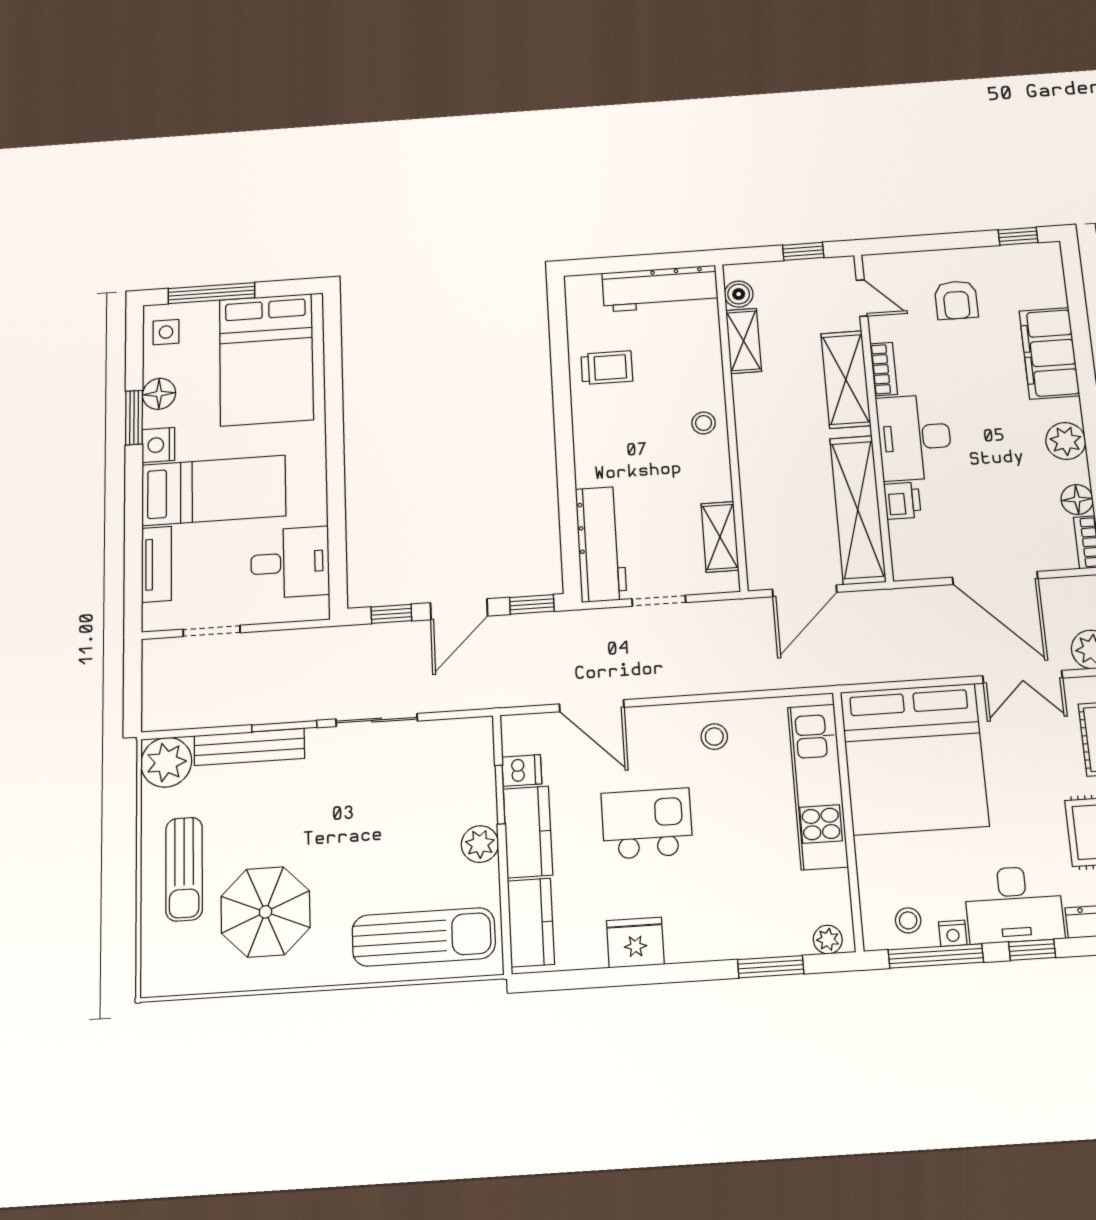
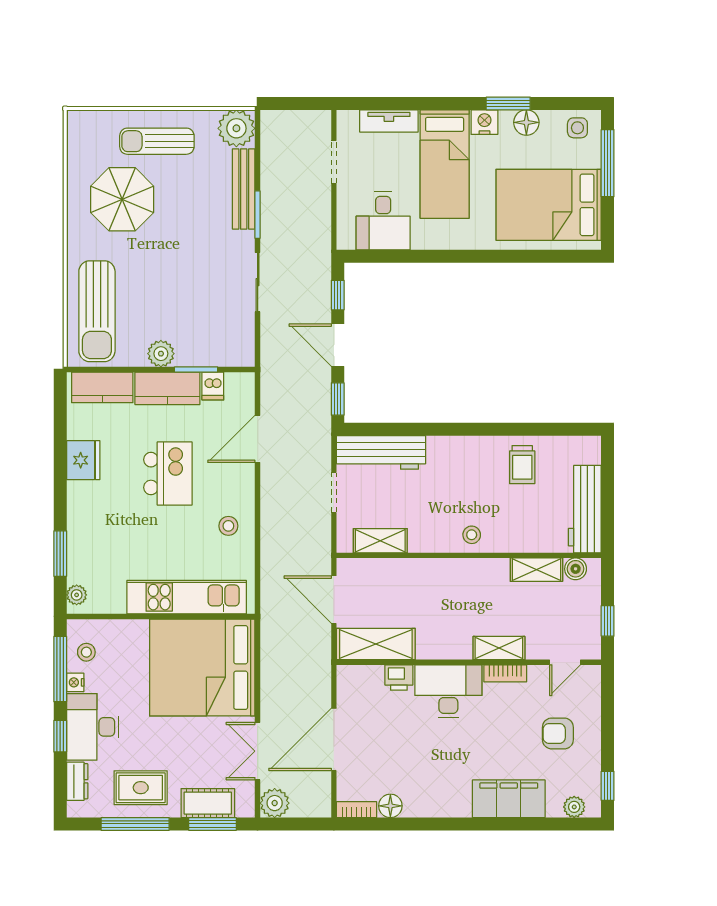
shelving: (846, 379) -> (499, 648), width x0.67, depth x0.75
plant: (1066, 441) -> (574, 807), moved, width x0.73, depth x0.73
shelving: (858, 510) -> (376, 644), width x0.68

